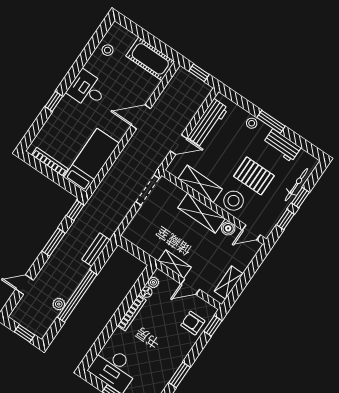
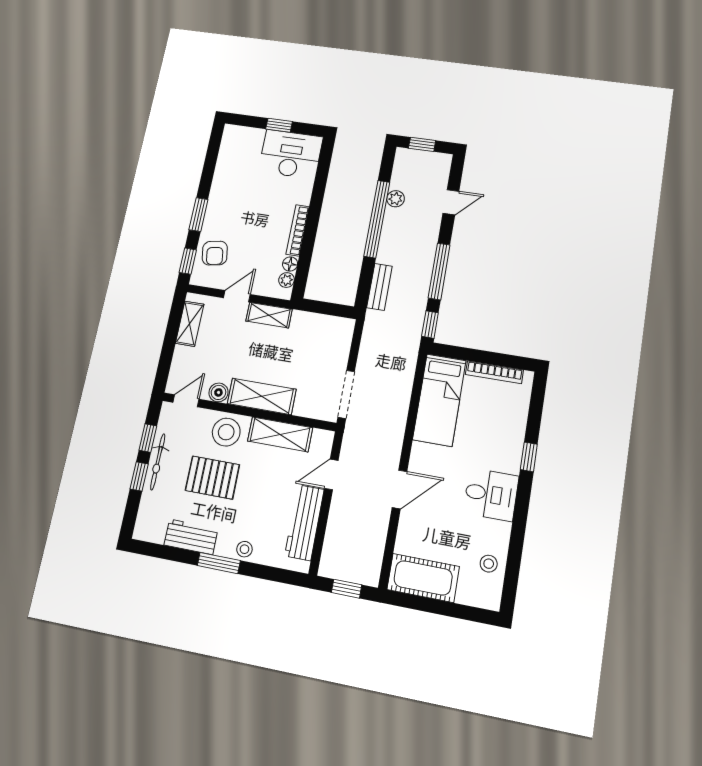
bicycle: (296, 185) -> (158, 462), moved
window: (54, 242) -> (439, 271), width x1.44
armchair: (193, 323) -> (215, 253), turned 80
window: (179, 375) -> (198, 215), moved

